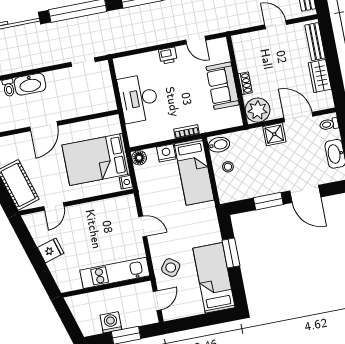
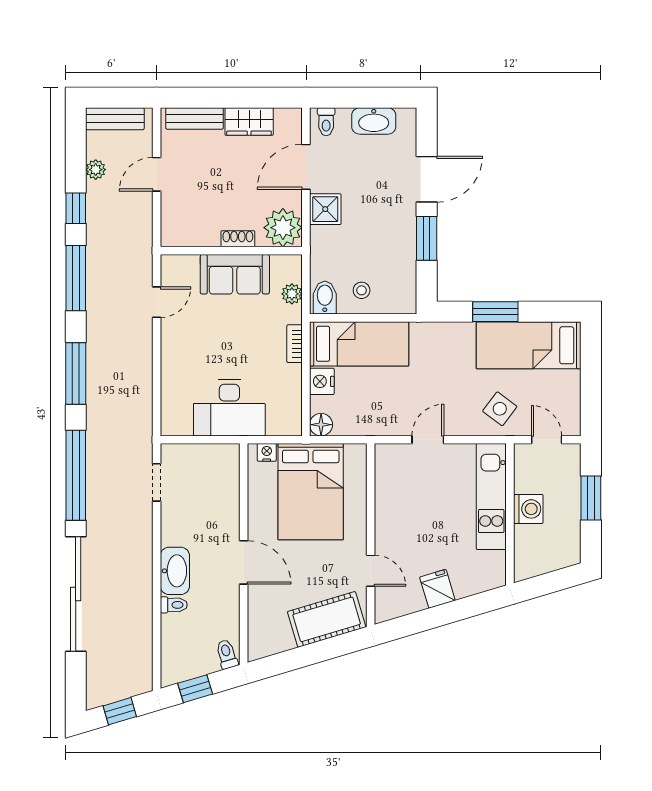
printer: (168, 56) -> (172, 350), removed
plant: (217, 124) -> (292, 294), added
nightstand: (126, 182) -> (267, 452), moved
washing machine: (111, 322) -> (528, 509), moved, turned 180

